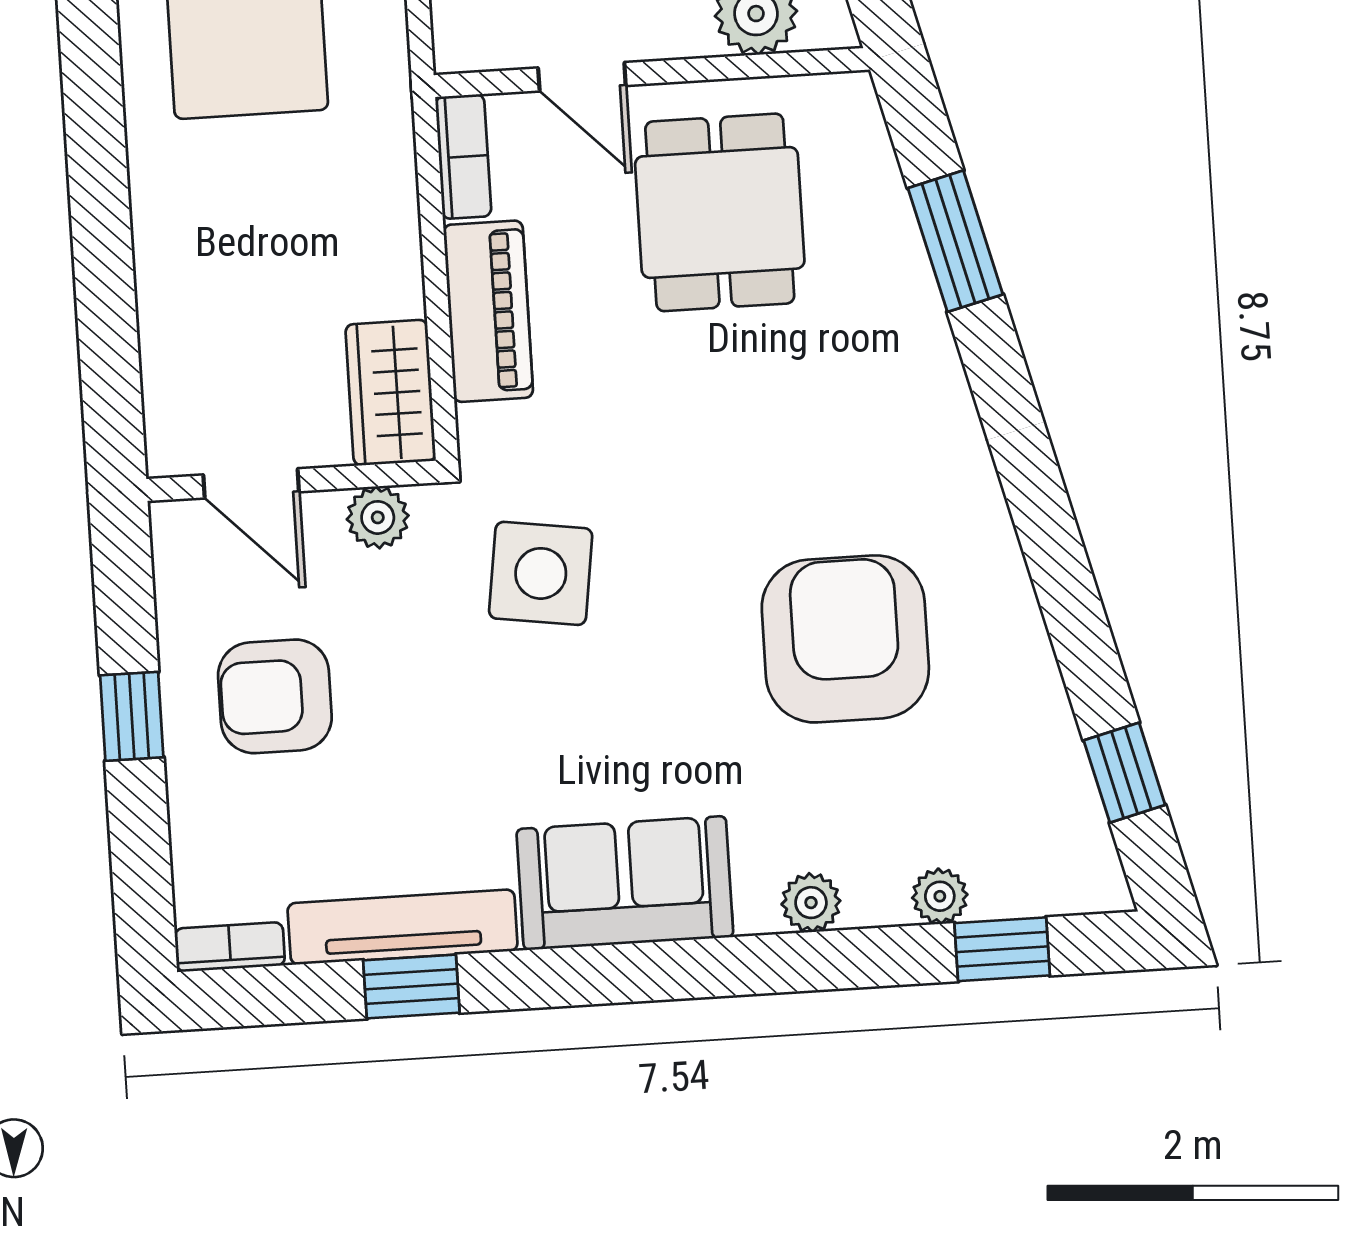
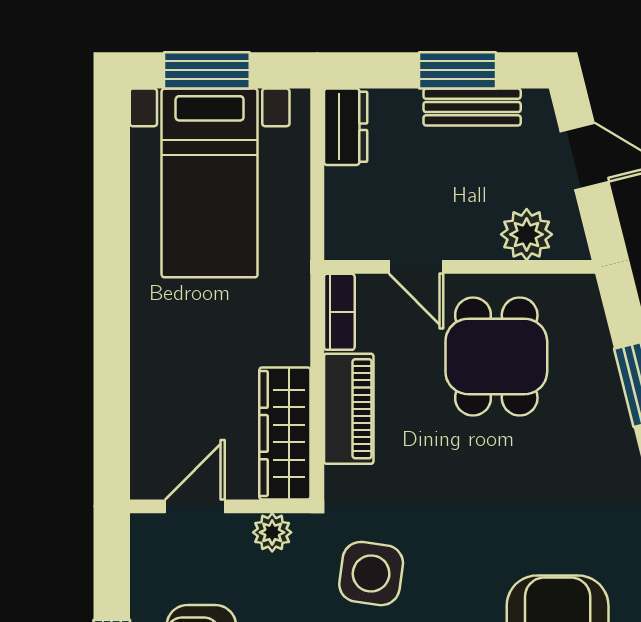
wardrobe: (391, 393) -> (285, 433), width x1.50
door: (251, 483) -> (195, 506), swing flipped

